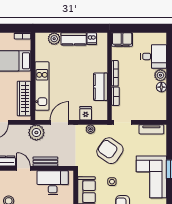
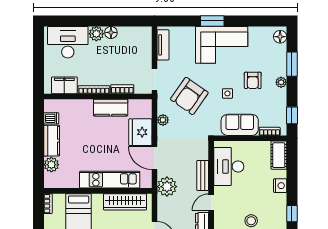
filing cabinet: (122, 40) -> (64, 85), moved, turned -90
desk: (154, 56) -> (68, 42), width x1.37
fridge: (86, 113) -> (140, 132), width x1.88, depth x1.34

